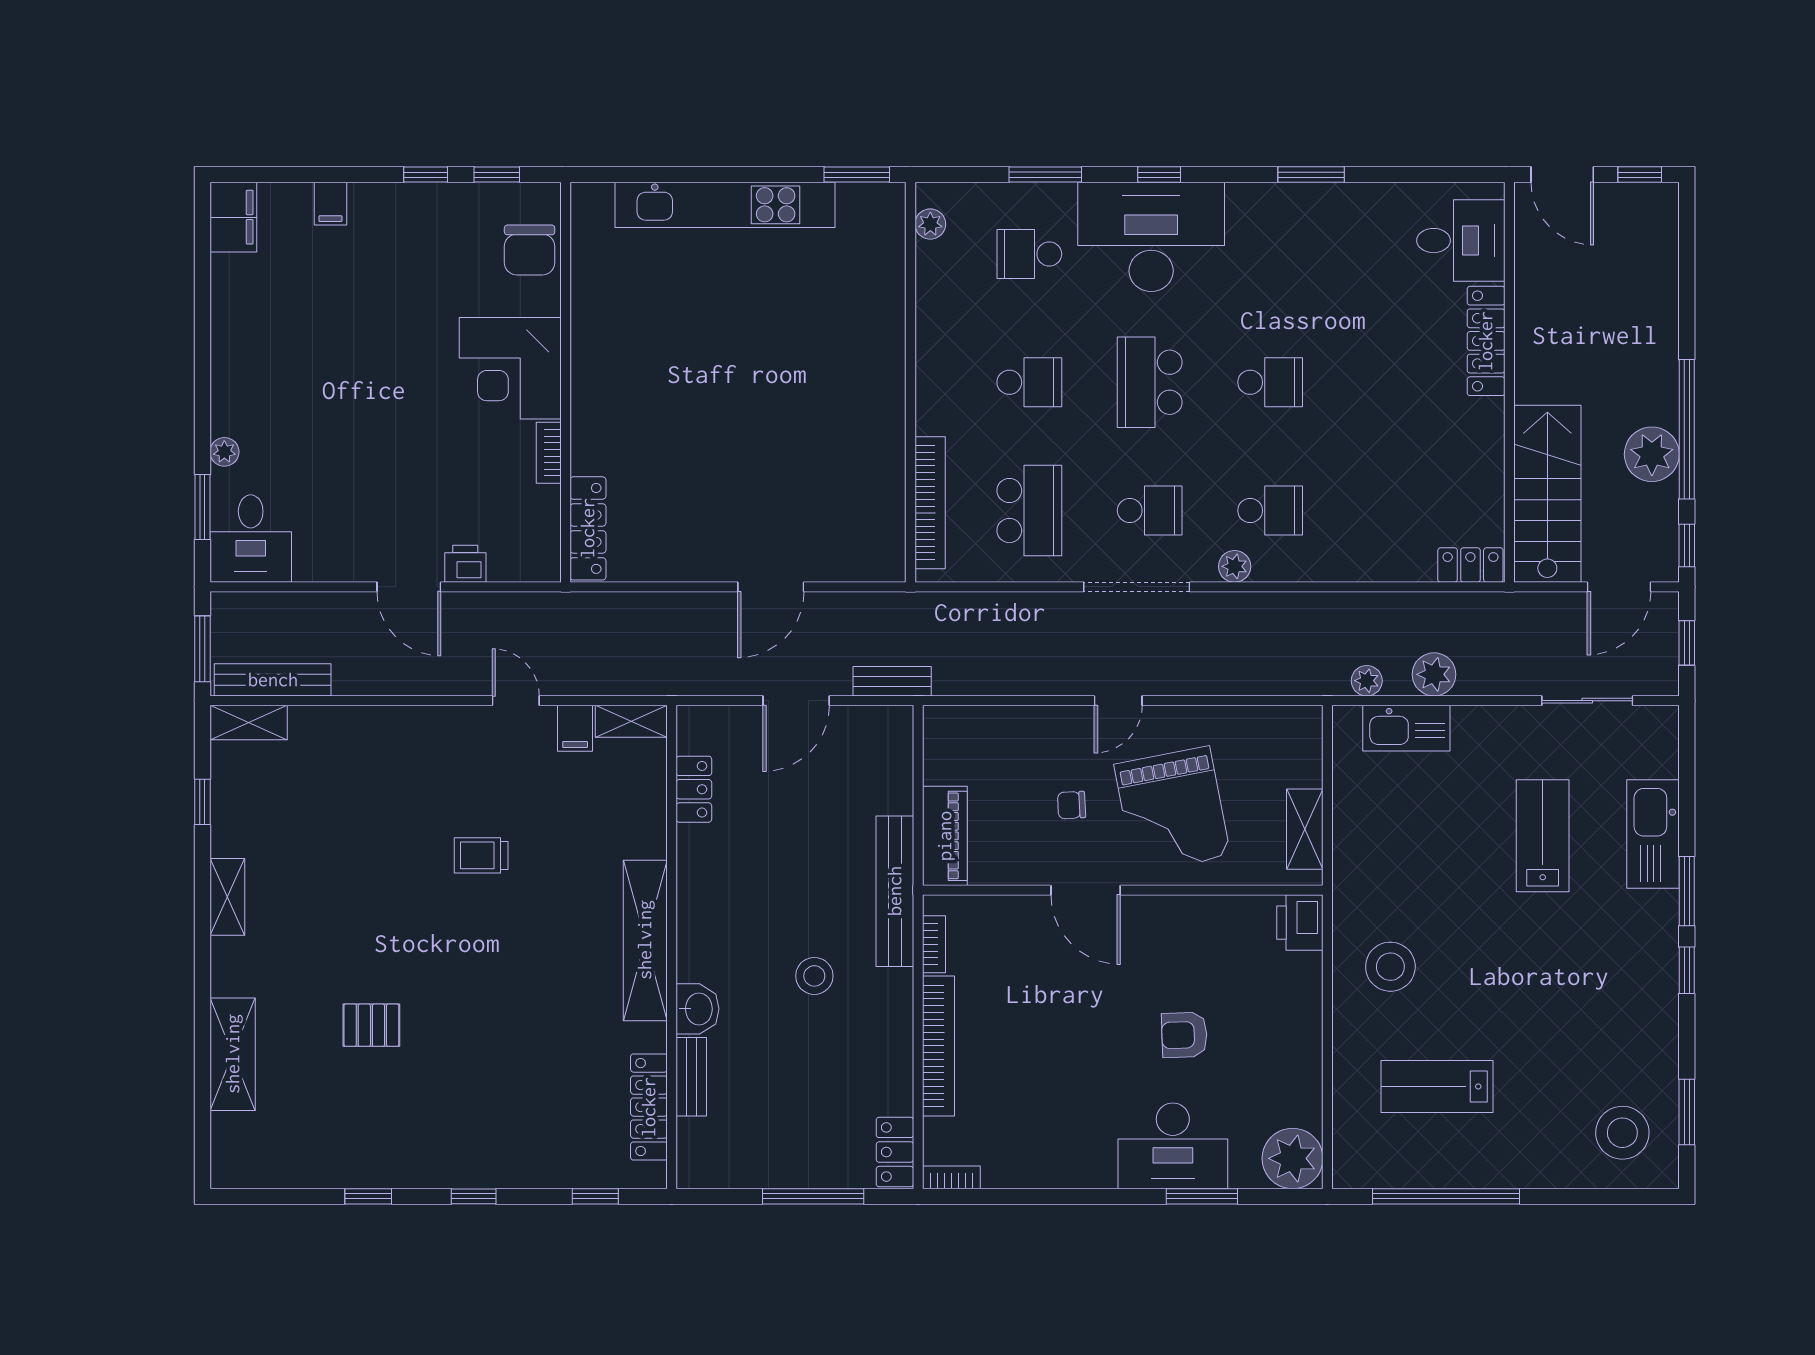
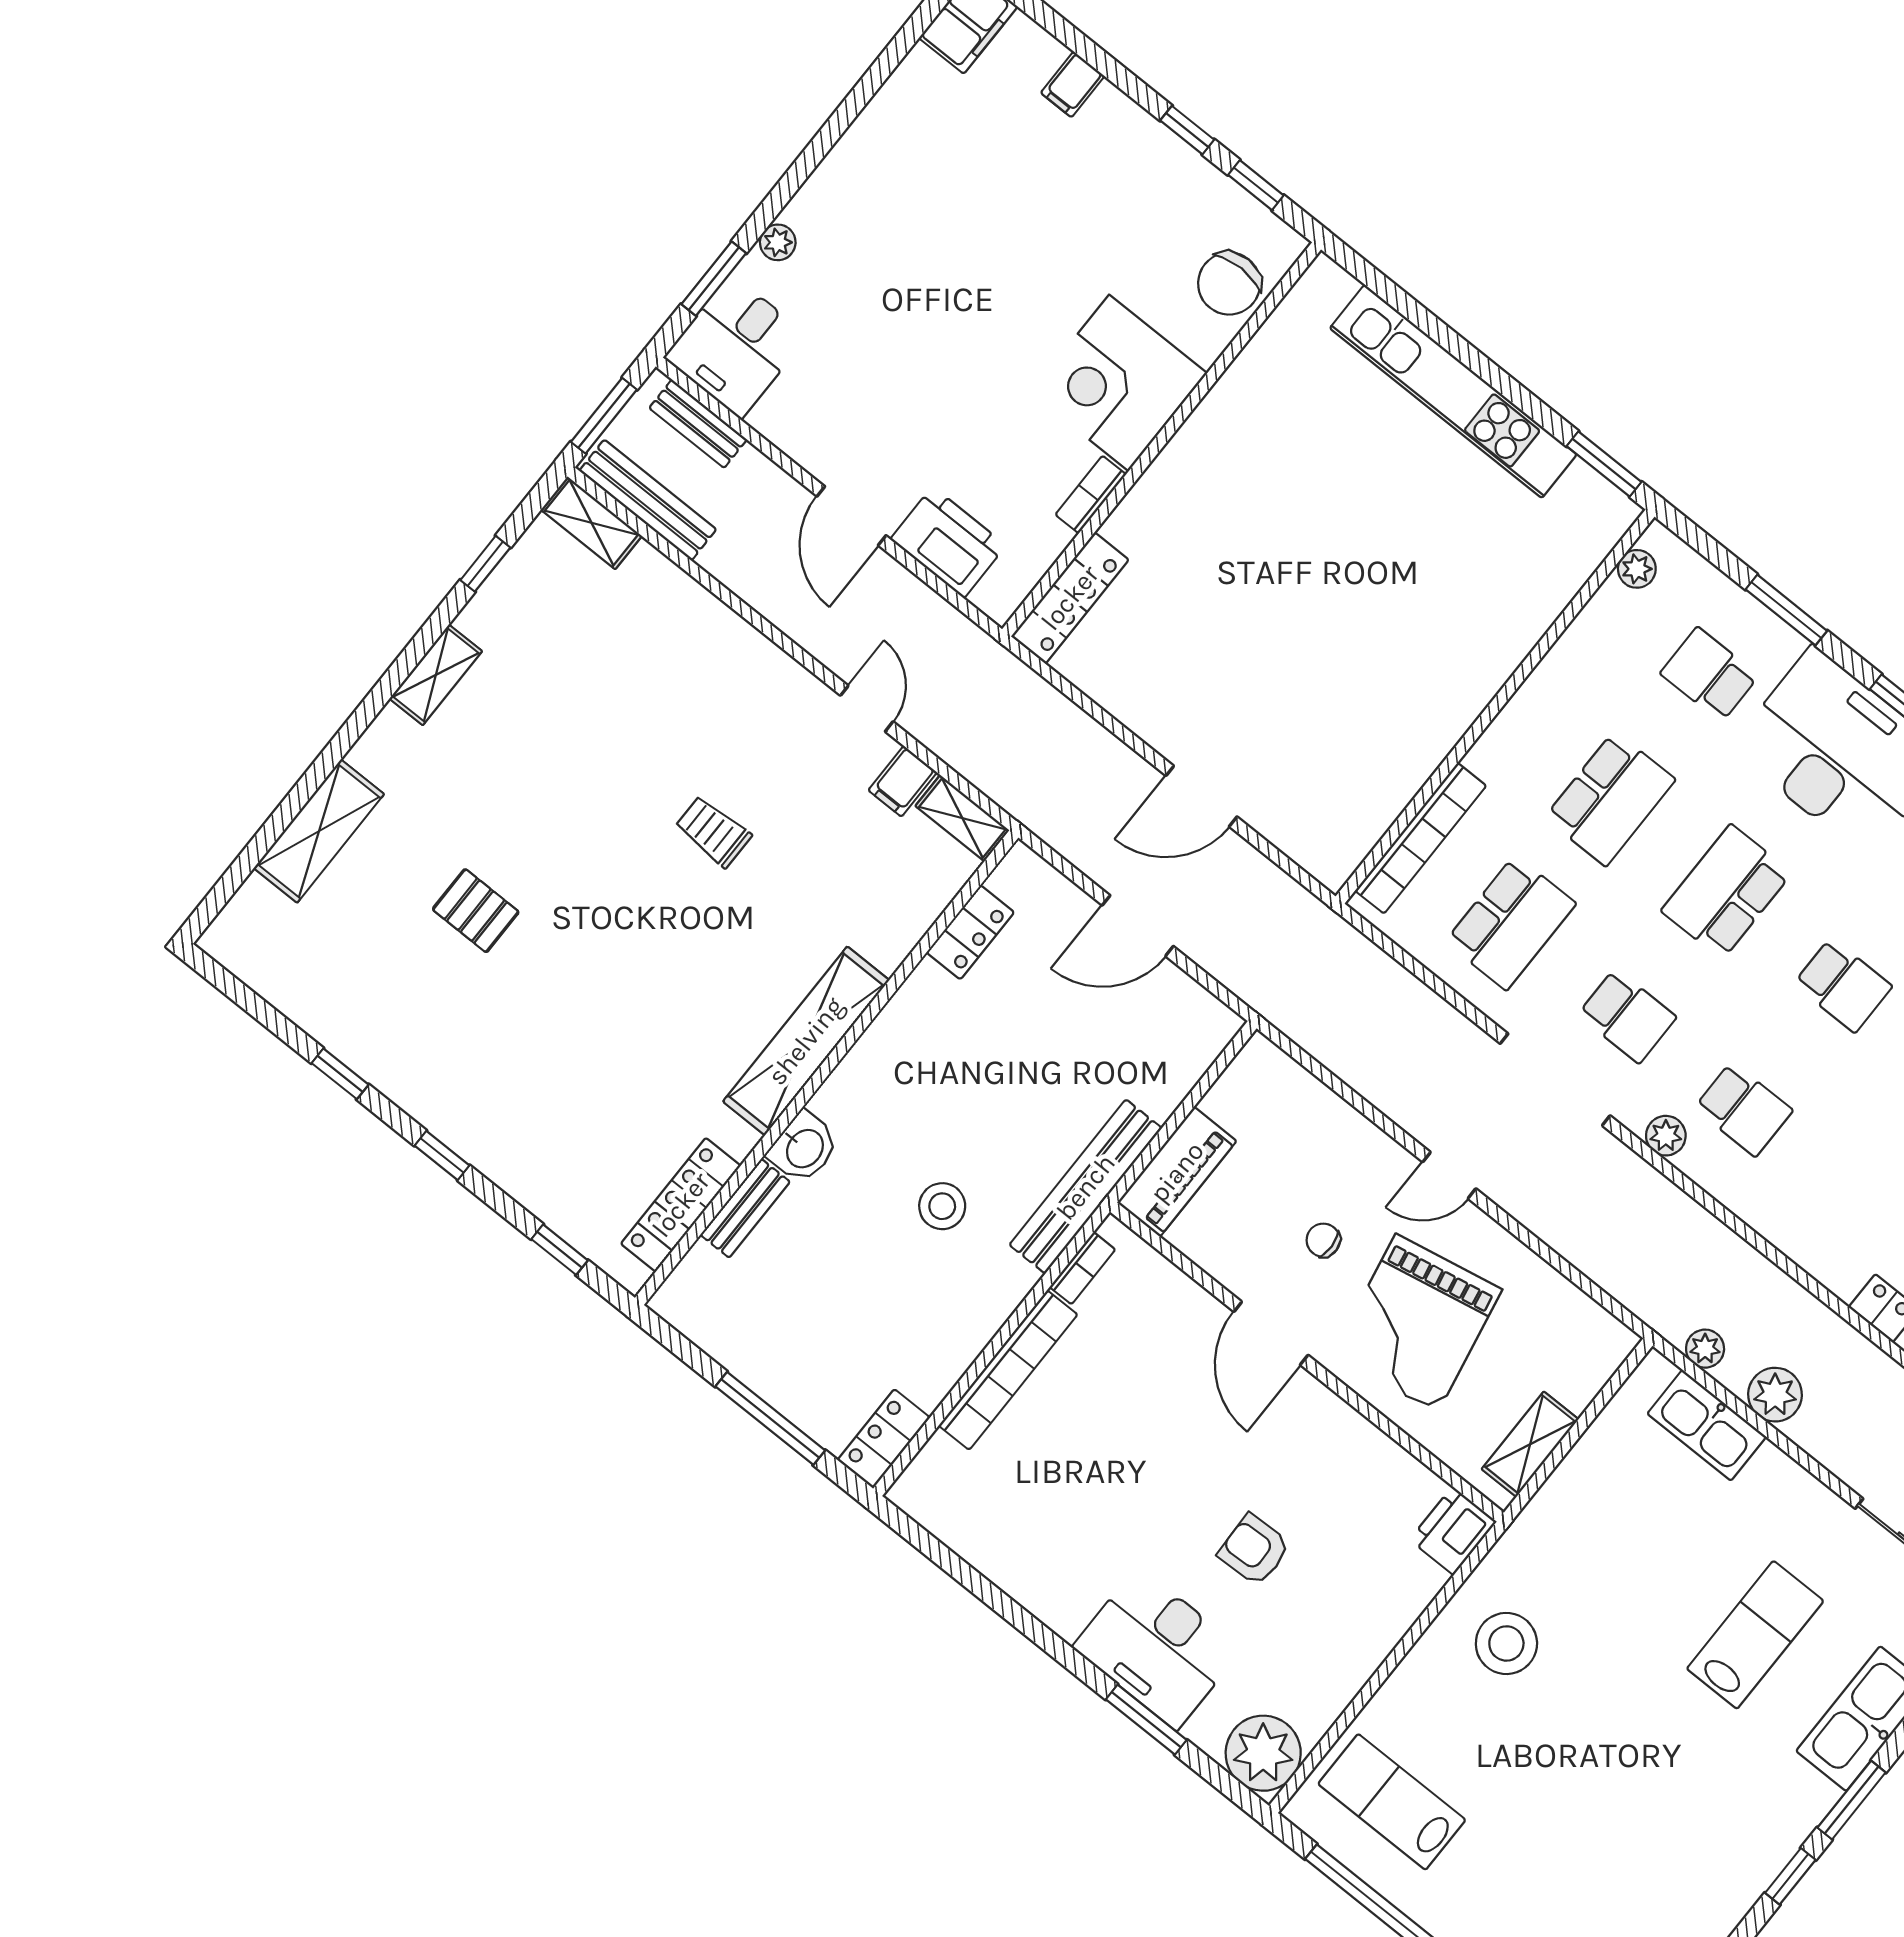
school desk: (1029, 382) -> (1610, 799), width x1.85
printer: (465, 564) -> (948, 542), width x1.87, depth x1.48
bench: (892, 681) -> (698, 424), moved
lab bench: (1437, 1086) -> (1392, 1802), moved
bookcase: (951, 1177) -> (919, 1507), removed

